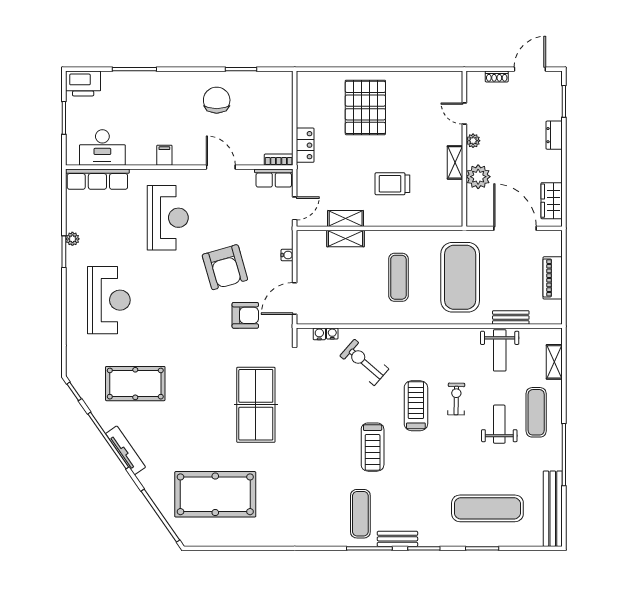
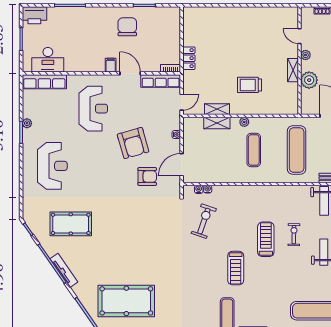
pallet: (365, 107) -> (231, 32), removed
filing cabinet: (164, 155) -> (111, 65), moved
row of seats: (274, 178) -> (161, 81), width x1.48
plant: (385, 237) -> (244, 122), added
exercise mat: (460, 277) -> (297, 150), width x0.68
exercise bike: (364, 362) -> (204, 221), moved, turned 68
table tennis table: (256, 405) -> (155, 239), removed

